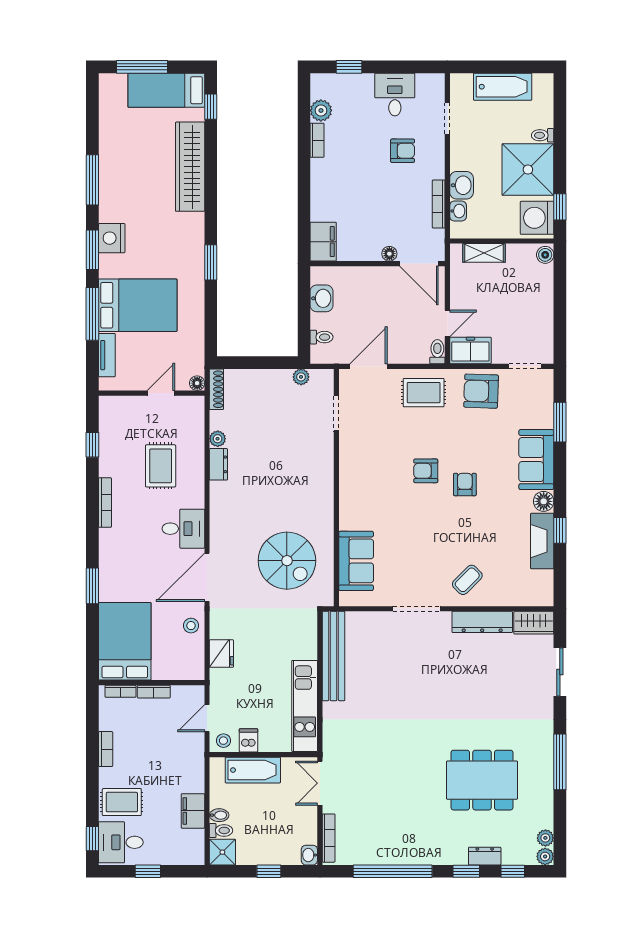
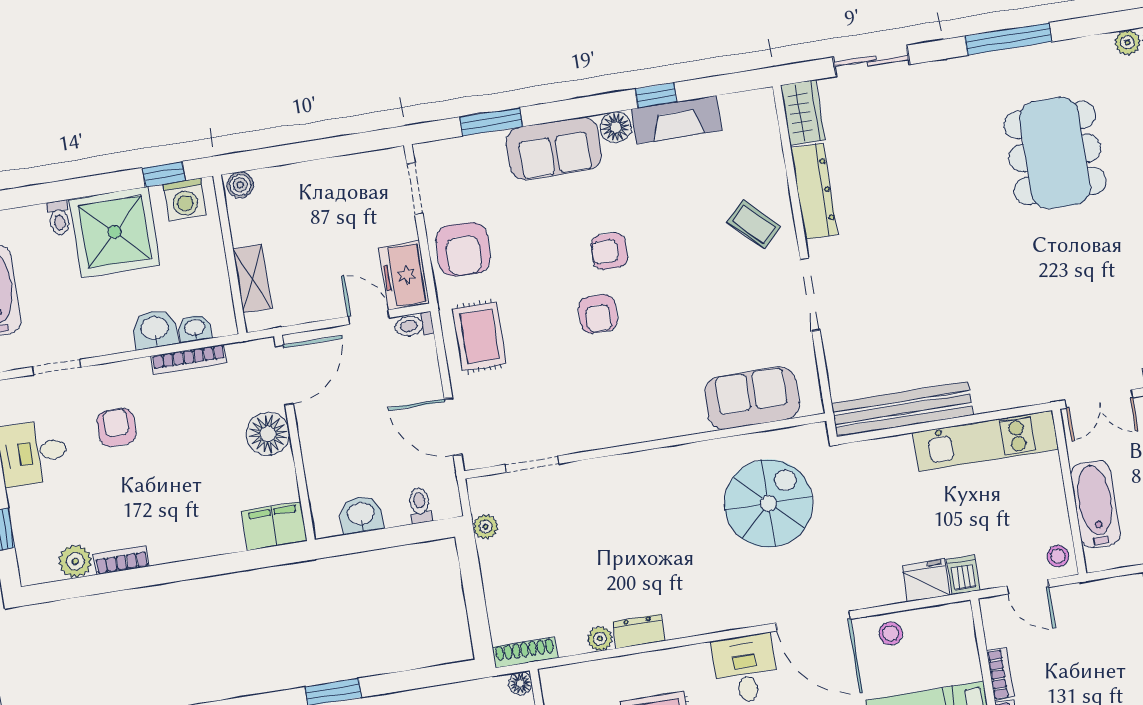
washing machine: (537, 218) -> (185, 199), width x0.73, depth x0.73
floor lamp: (389, 254) -> (268, 434), width x1.89, depth x1.89
dishwasher: (249, 740) -> (963, 575), moved, turned 90

